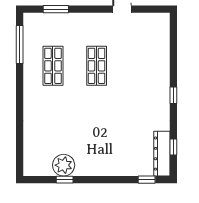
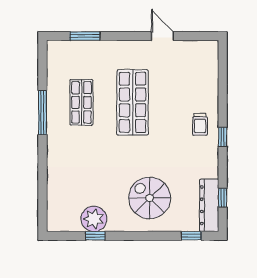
window: (20, 45) -> (42, 113), moved
shop shelf: (97, 66) -> (133, 102), width x1.43, depth x1.36
trolley: (154, 85) -> (200, 124), added
spiral stairs: (111, 147) -> (150, 198), added

